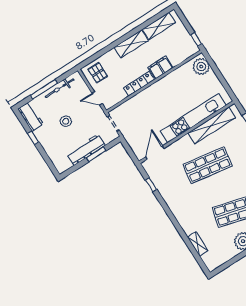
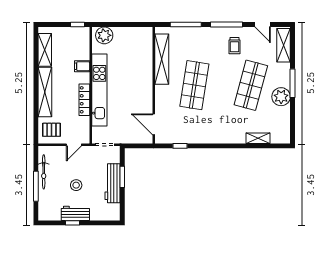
shelving: (131, 44) -> (45, 92), width x1.47
filing cabinet: (160, 68) -> (82, 66), width x0.50
workbench: (31, 116) -> (75, 213), moved
kitchen unit: (193, 118) -> (99, 90), moved, turned 180

